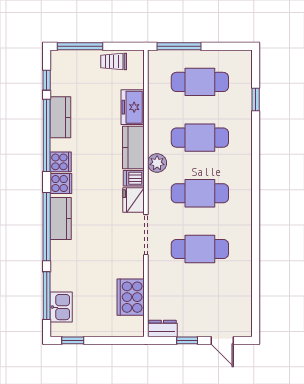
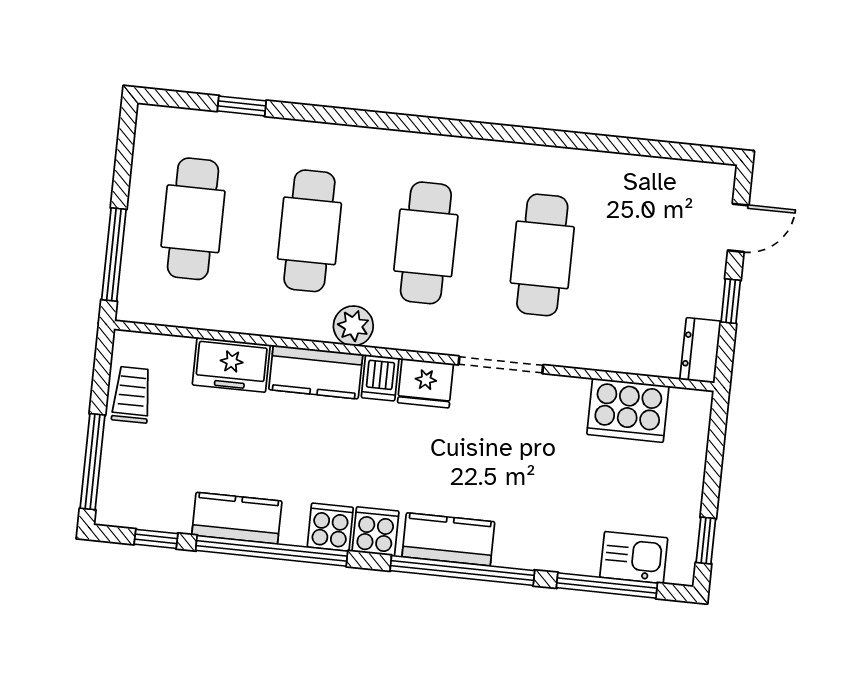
trolley: (114, 62) -> (132, 395), turned 180

